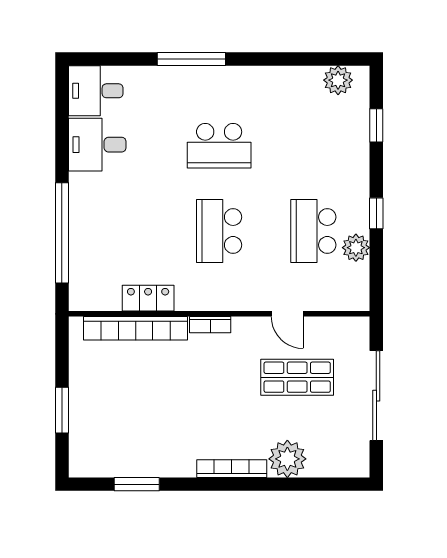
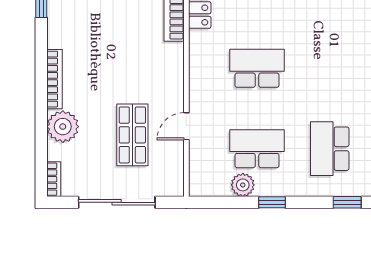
school desk: (219, 146) -> (330, 149), moved
bookcase: (210, 325) -> (54, 179), moved, turned 180

